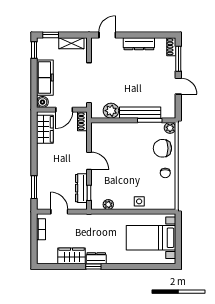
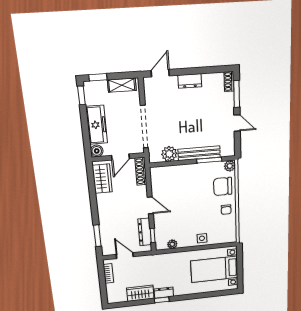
dresser: (139, 44) -> (190, 81), width x0.70
shoe rack: (82, 121) -> (141, 171), width x1.43

